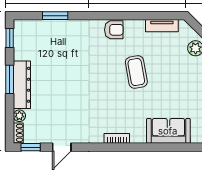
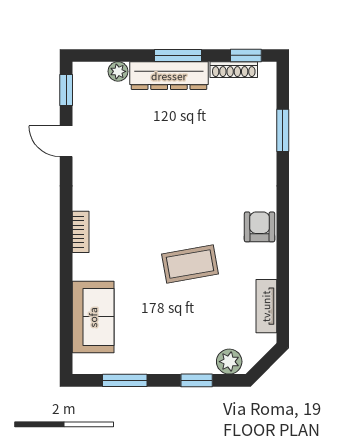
armchair: (114, 30) -> (260, 227), turned 180
shoe rack: (18, 133) -> (234, 70), moved, width x1.43

